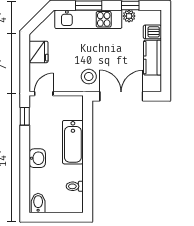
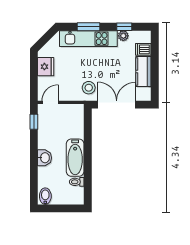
bathtub: (73, 142) -> (75, 158), moved

